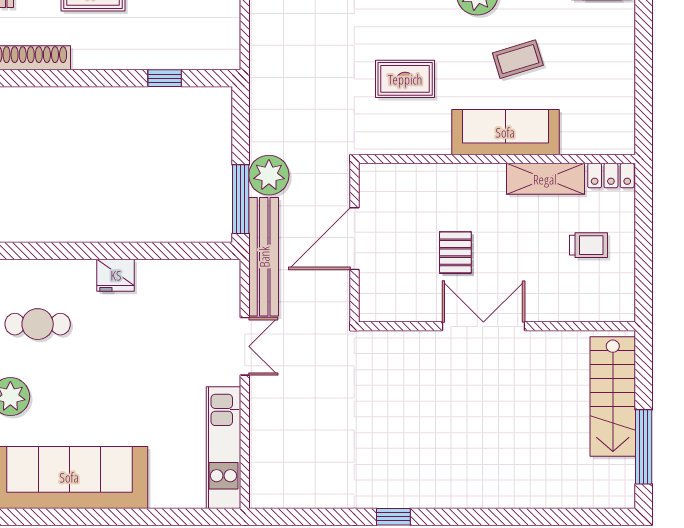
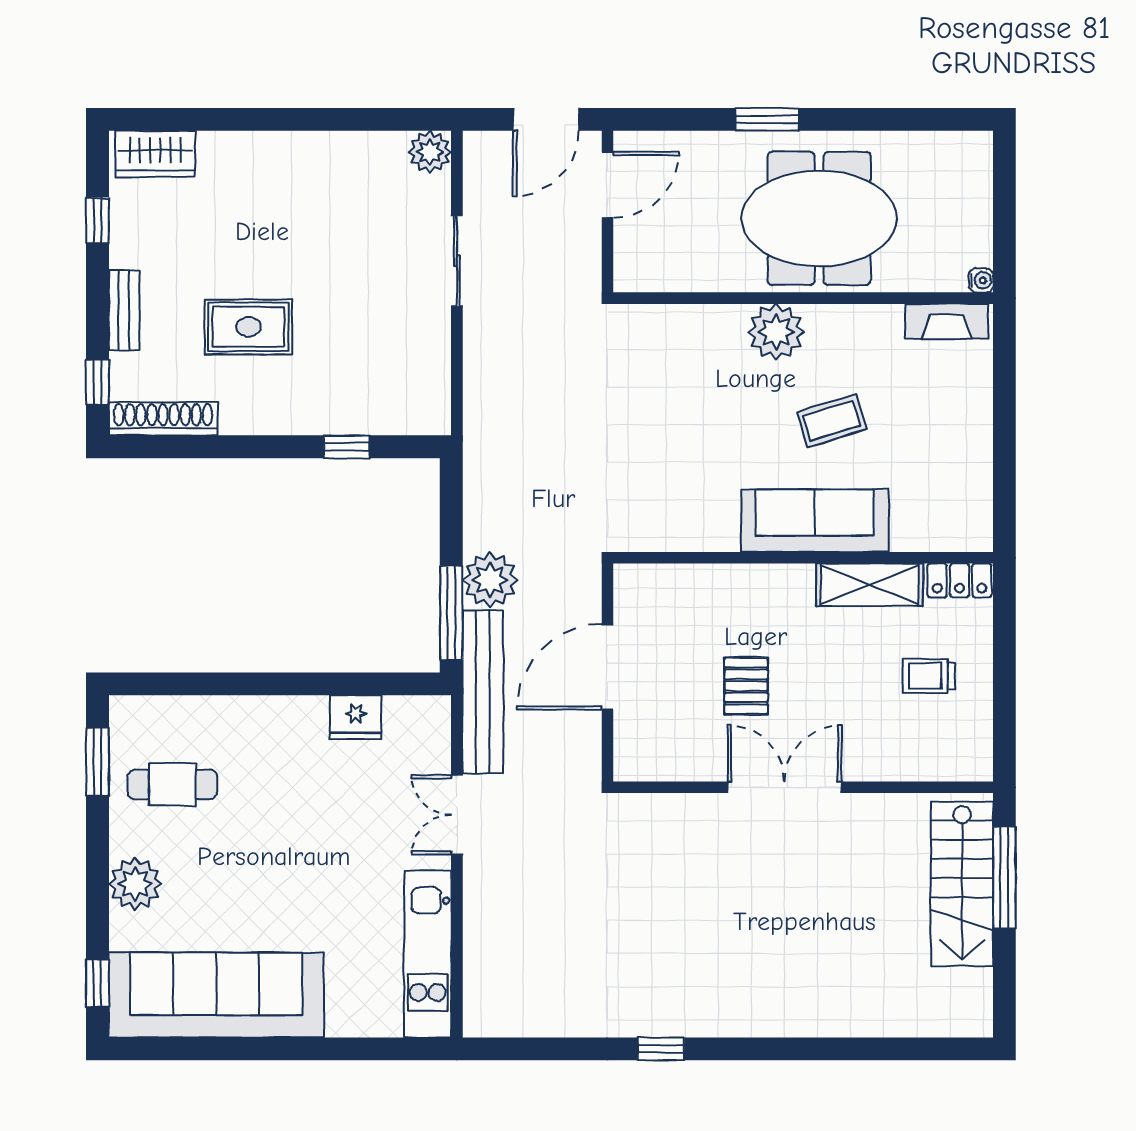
rug: (405, 79) -> (677, 448), removed
trolley: (589, 245) -> (929, 676), turned 180
fridge: (116, 275) -> (356, 717), moved
double door: (245, 346) -> (457, 815), swing flipped
window: (644, 447) -> (1004, 878), moved

